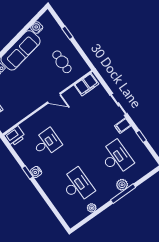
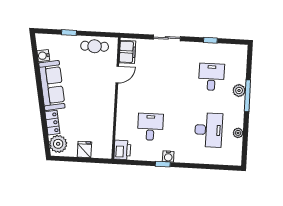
cafe table: (62, 62) -> (95, 46), moved
door: (54, 98) -> (117, 75), moved
filing cabinet: (123, 126) -> (188, 49), removed
desk: (116, 158) -> (211, 77), width x0.73
desk: (77, 185) -> (209, 130), turned 90

